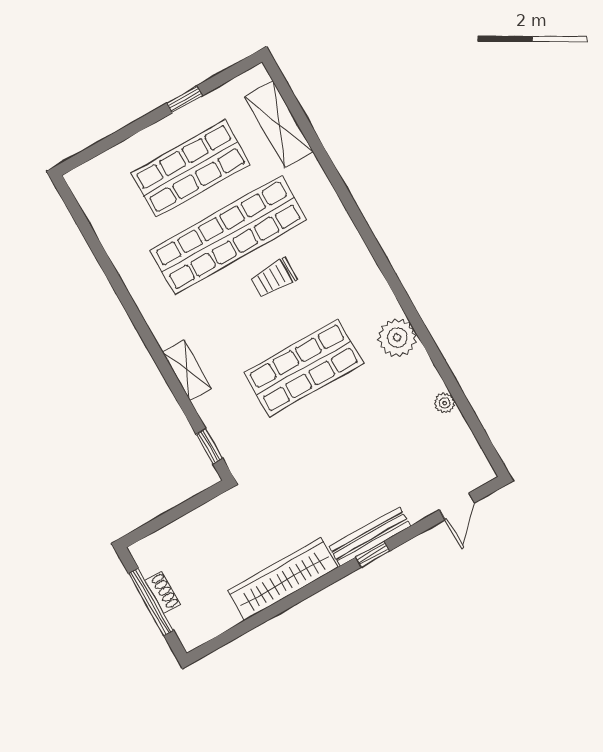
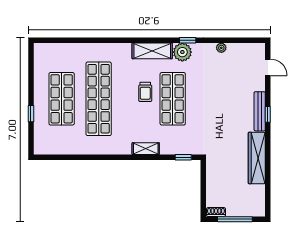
window: (185, 99) -> (31, 114), moved
shelving: (279, 124) -> (152, 51), moved
trolley: (274, 278) -> (145, 92), moved
window: (424, 335) -> (188, 40), added
shoe rack: (163, 592) -> (216, 212), moved

